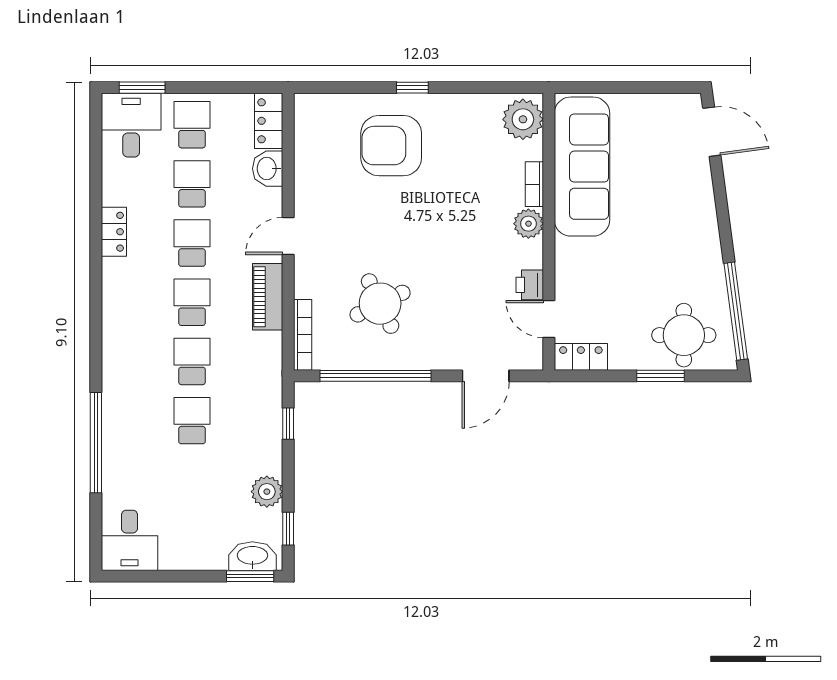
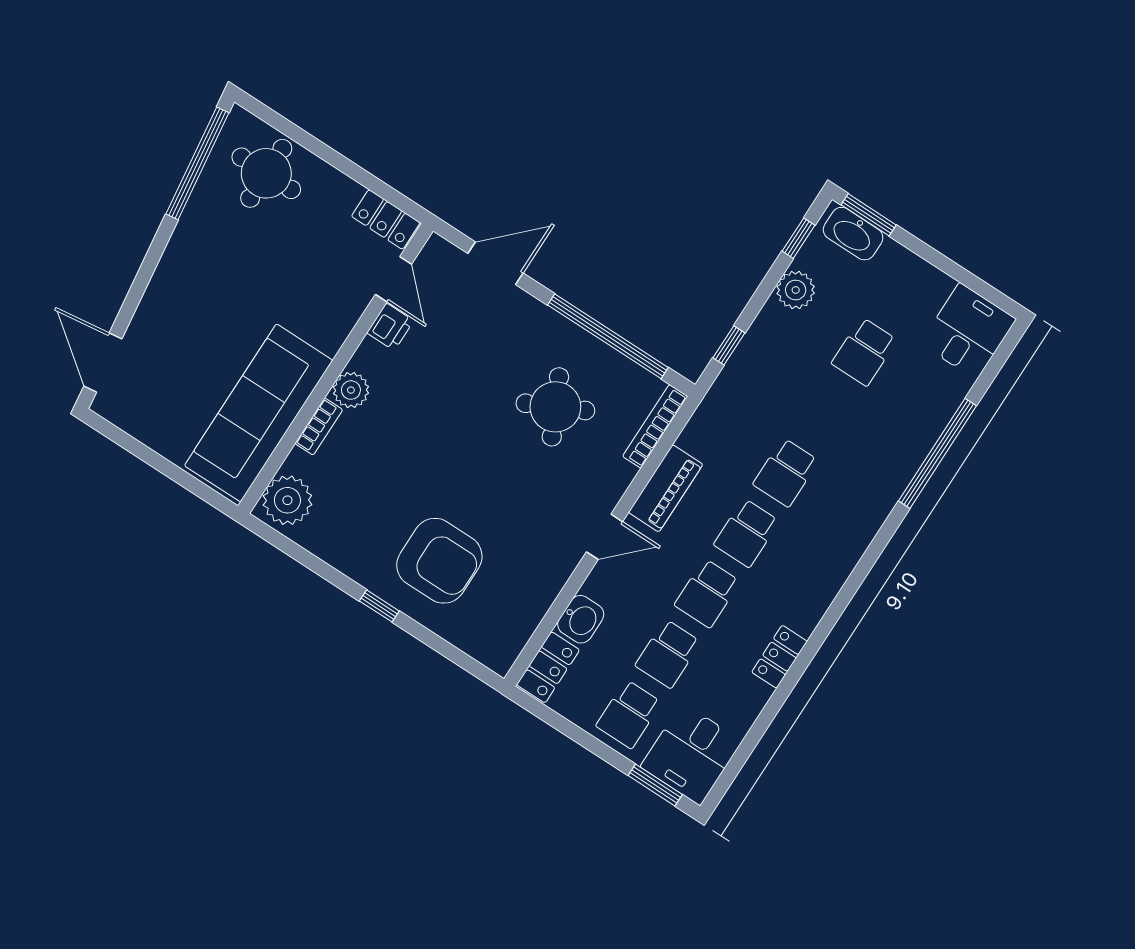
window: (660, 376) -> (317, 147), removed
school desk: (192, 421) -> (864, 352), moved

